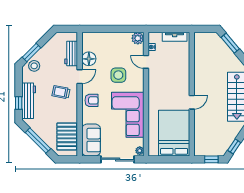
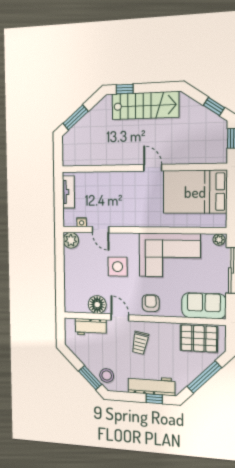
door: (146, 62) -> (100, 230), hinge flipped

